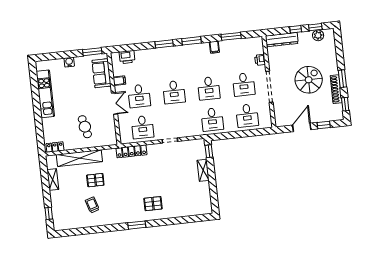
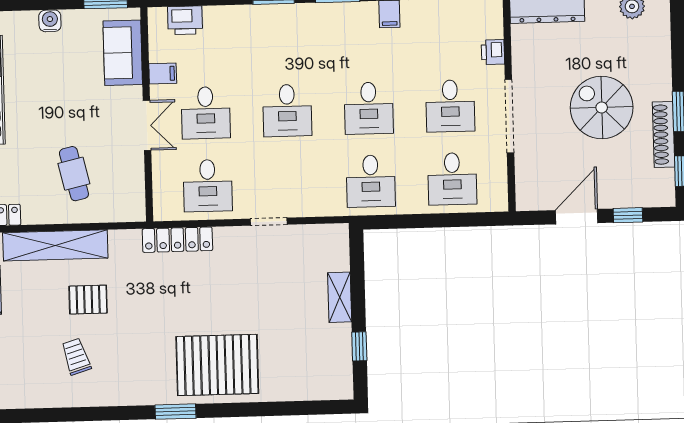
spiral stairs: (309, 80) -> (602, 107), turned -90
window: (209, 151) -> (359, 346), moved
pallet: (153, 204) -> (217, 365), width x2.05, depth x2.00

